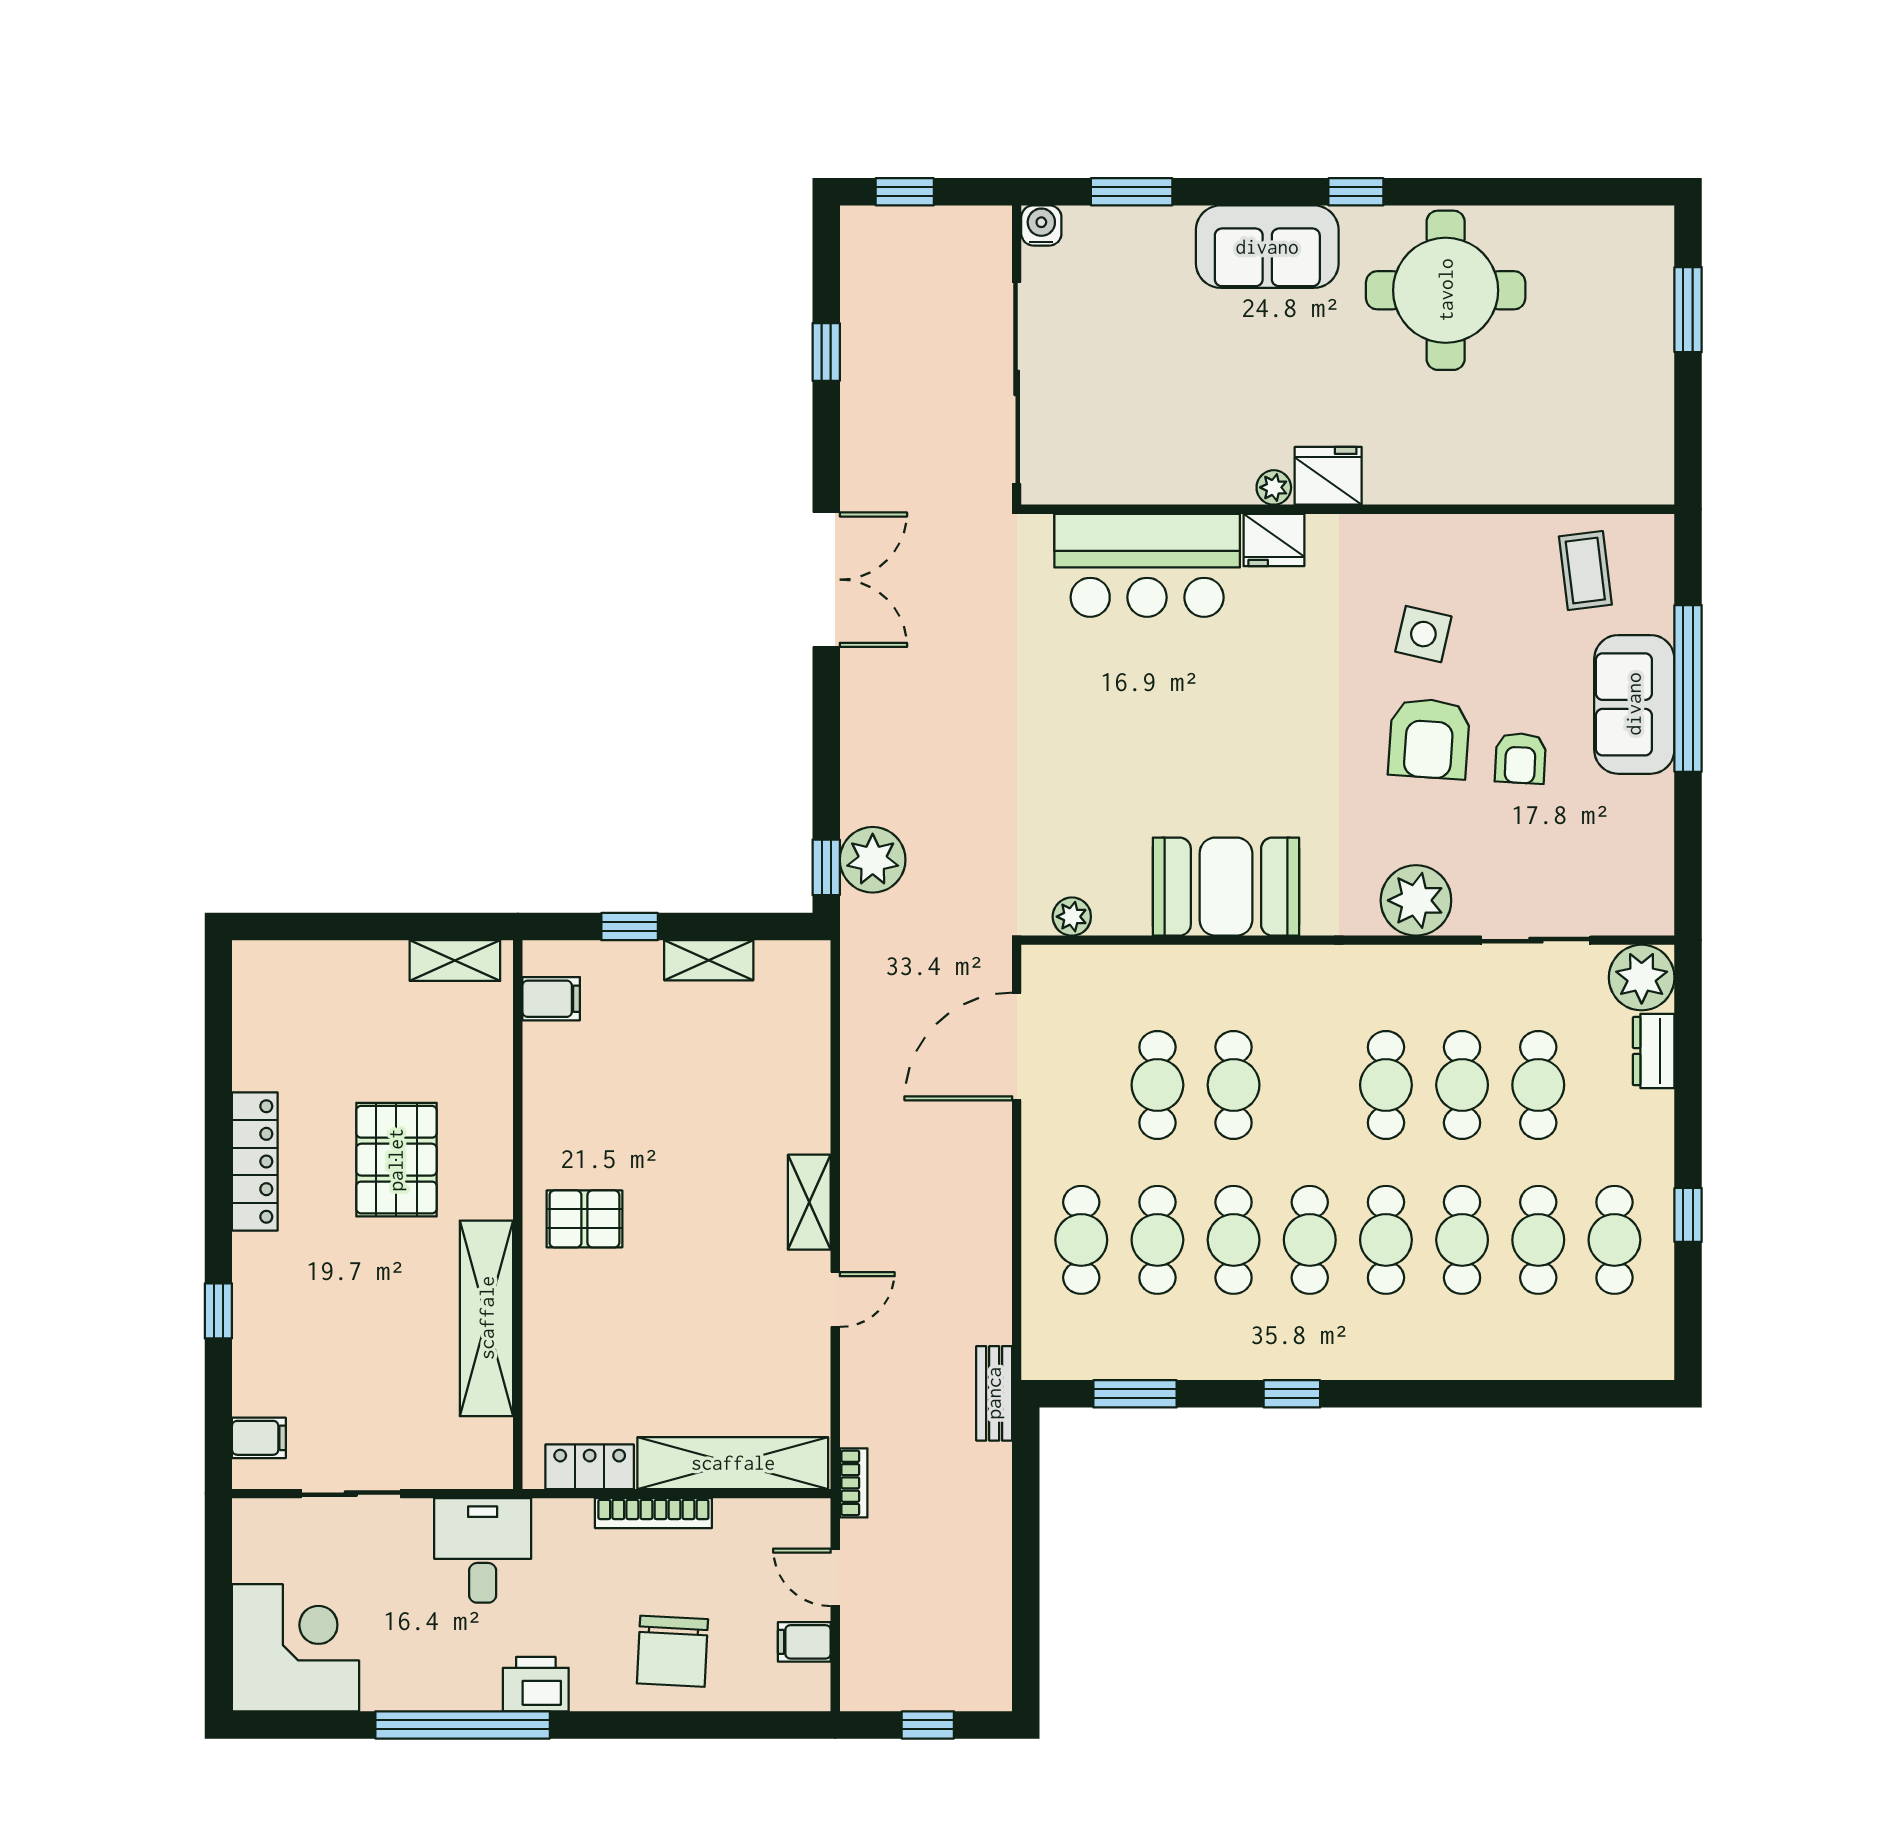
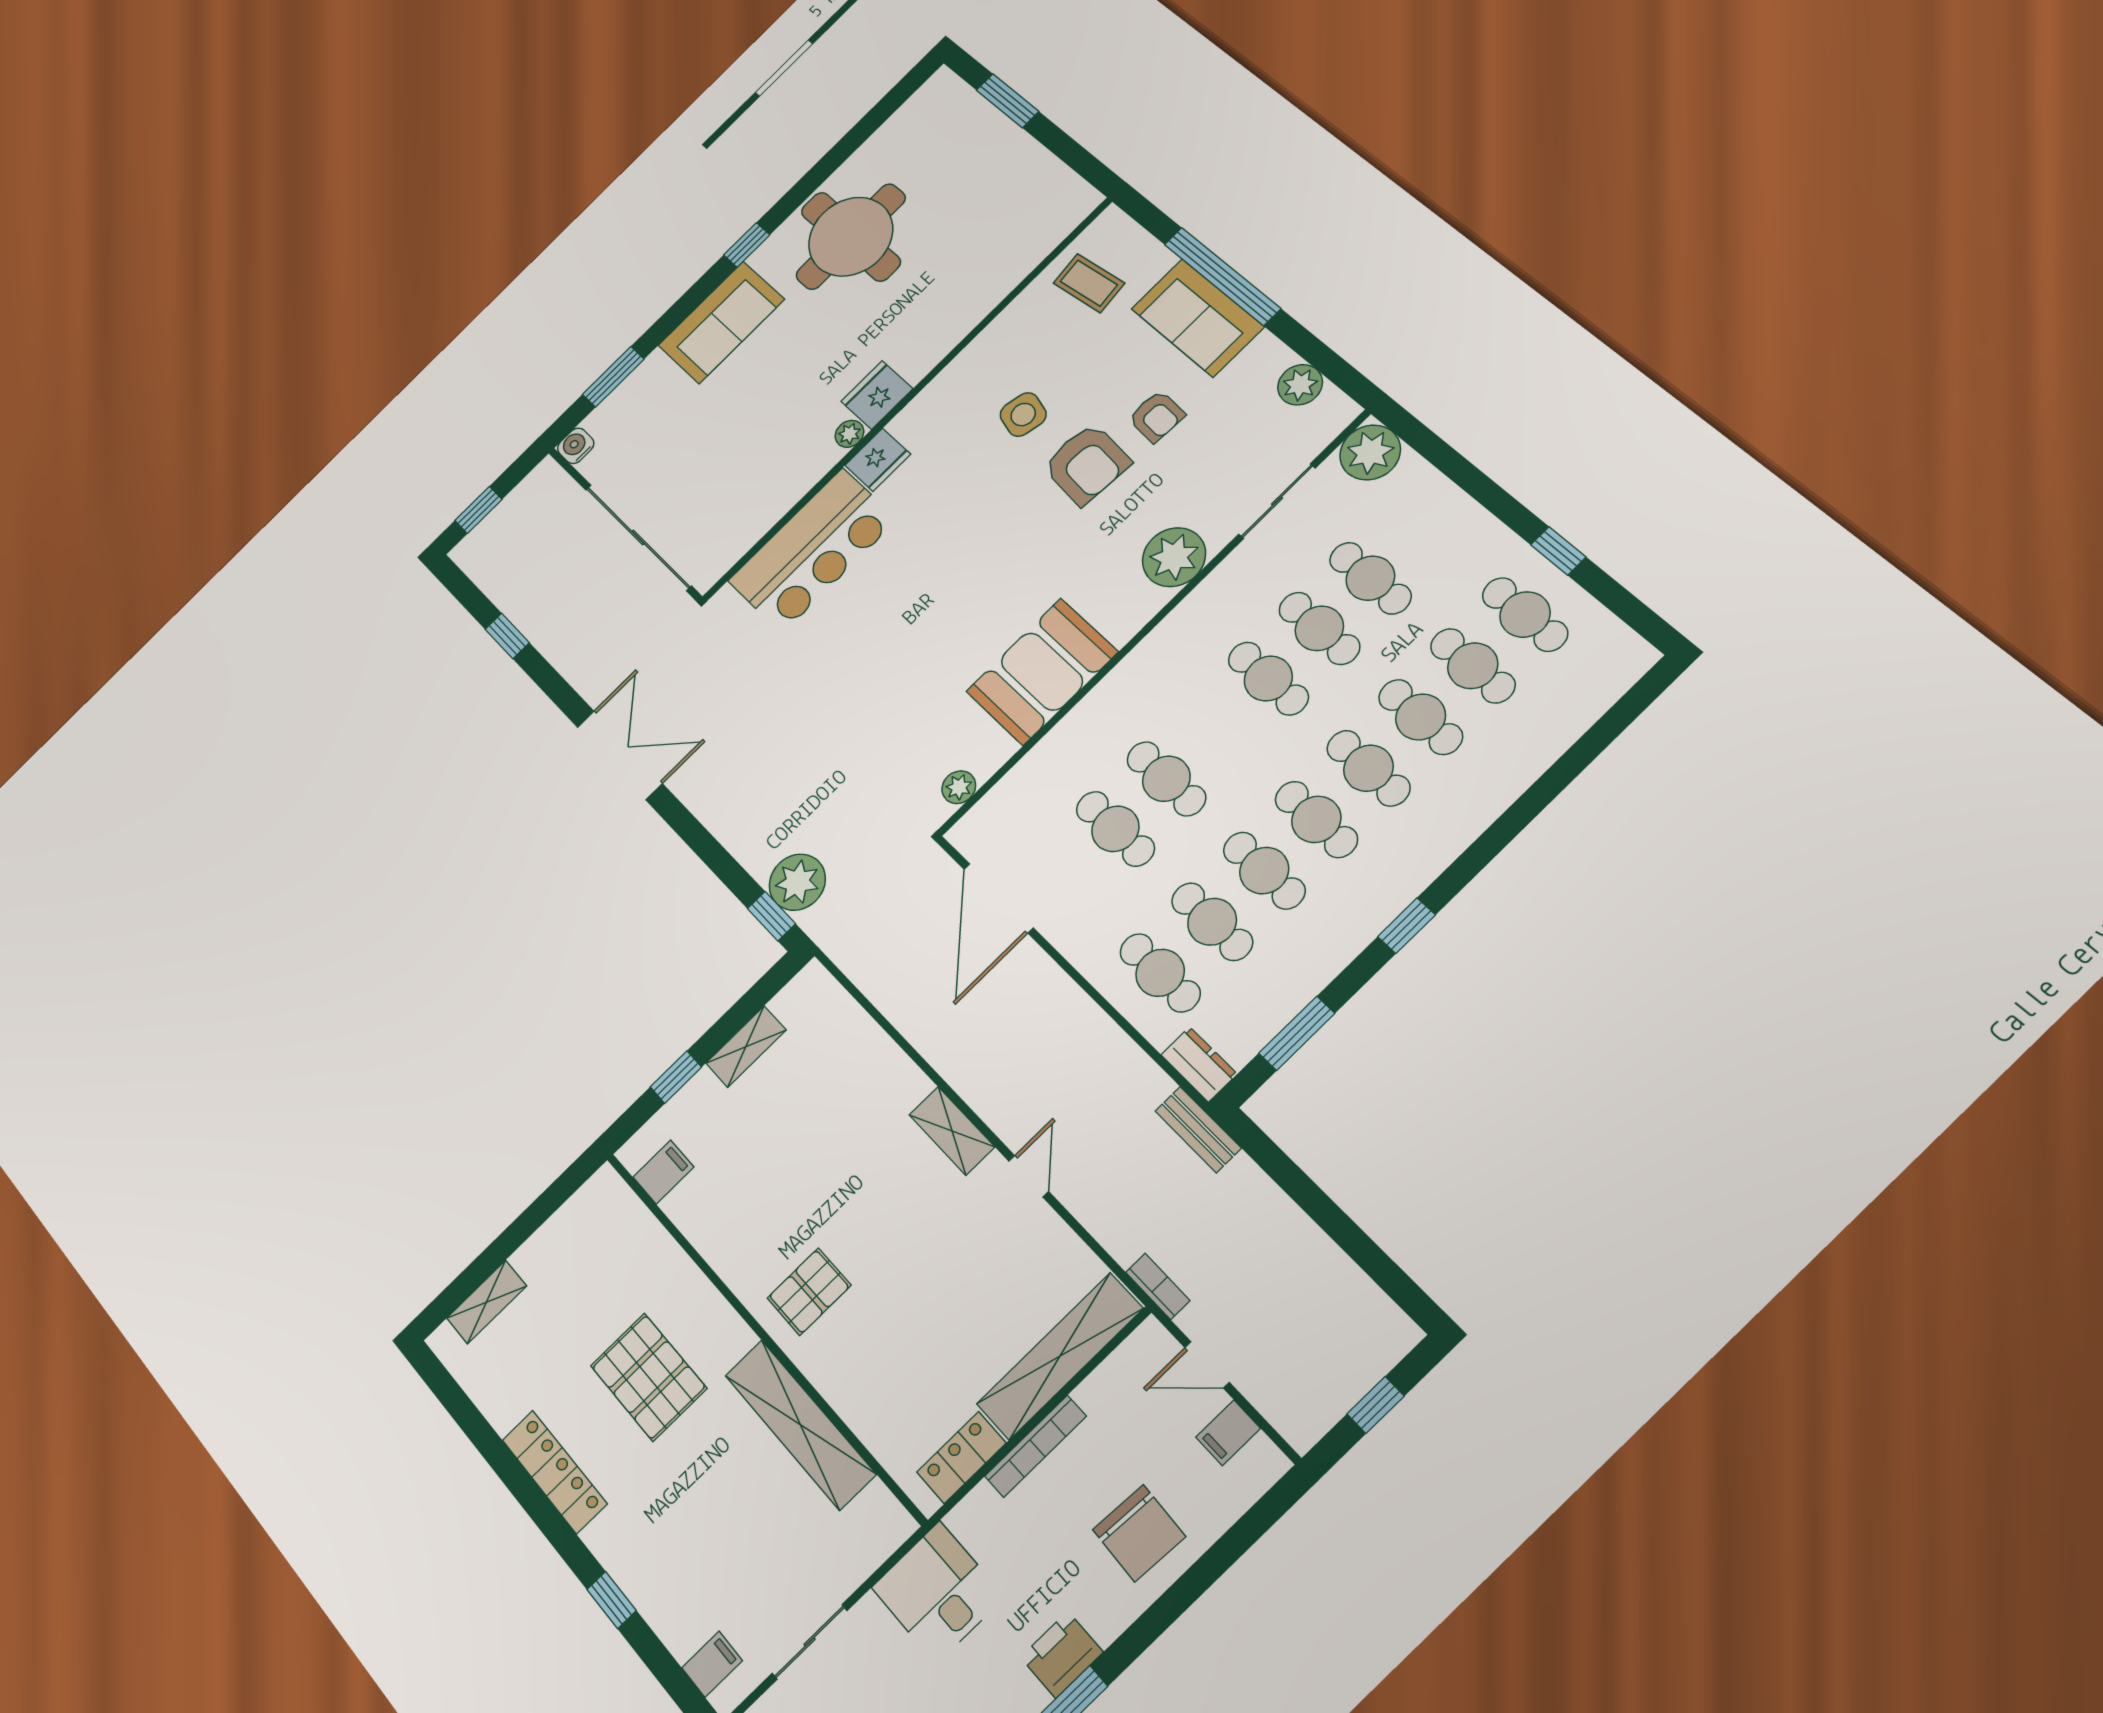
plant: (1650, 857) -> (1300, 385), added
shelving: (455, 961) -> (487, 1302), moved
dresser: (1654, 1051) -> (1199, 1064), moved, turned 180

